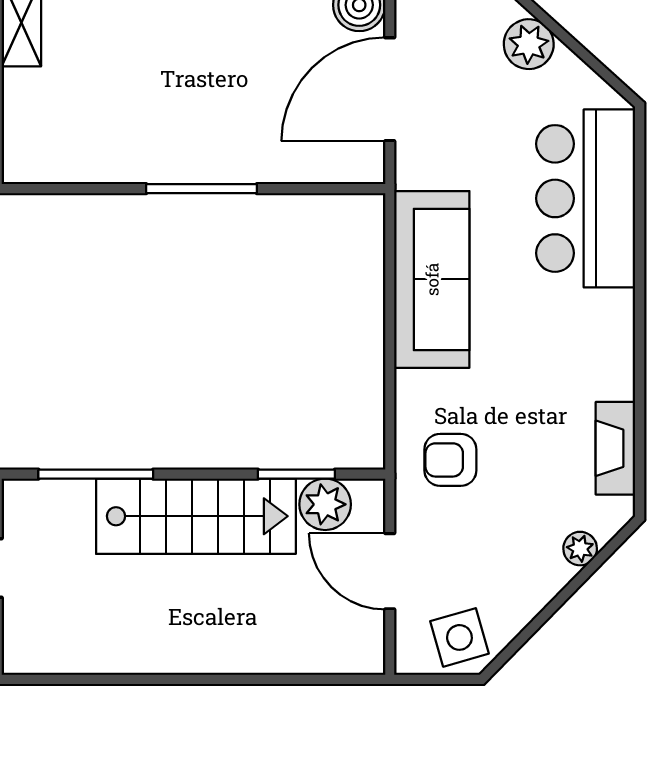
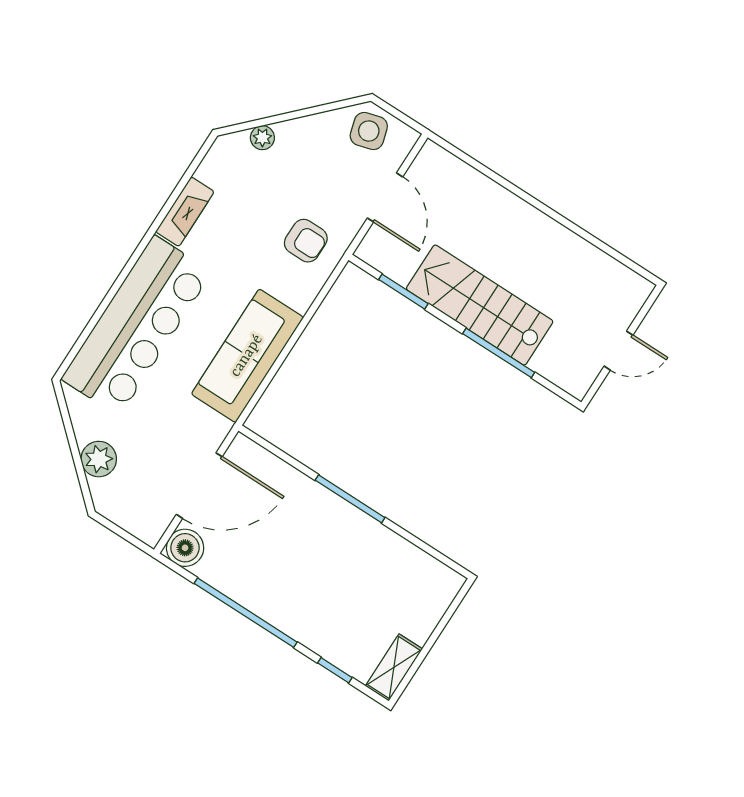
bar counter: (586, 198) -> (137, 325), width x1.36
fireplace: (615, 448) -> (185, 212), moved
window: (96, 474) -> (499, 353), moved
plant: (325, 504) -> (398, 262), removed

